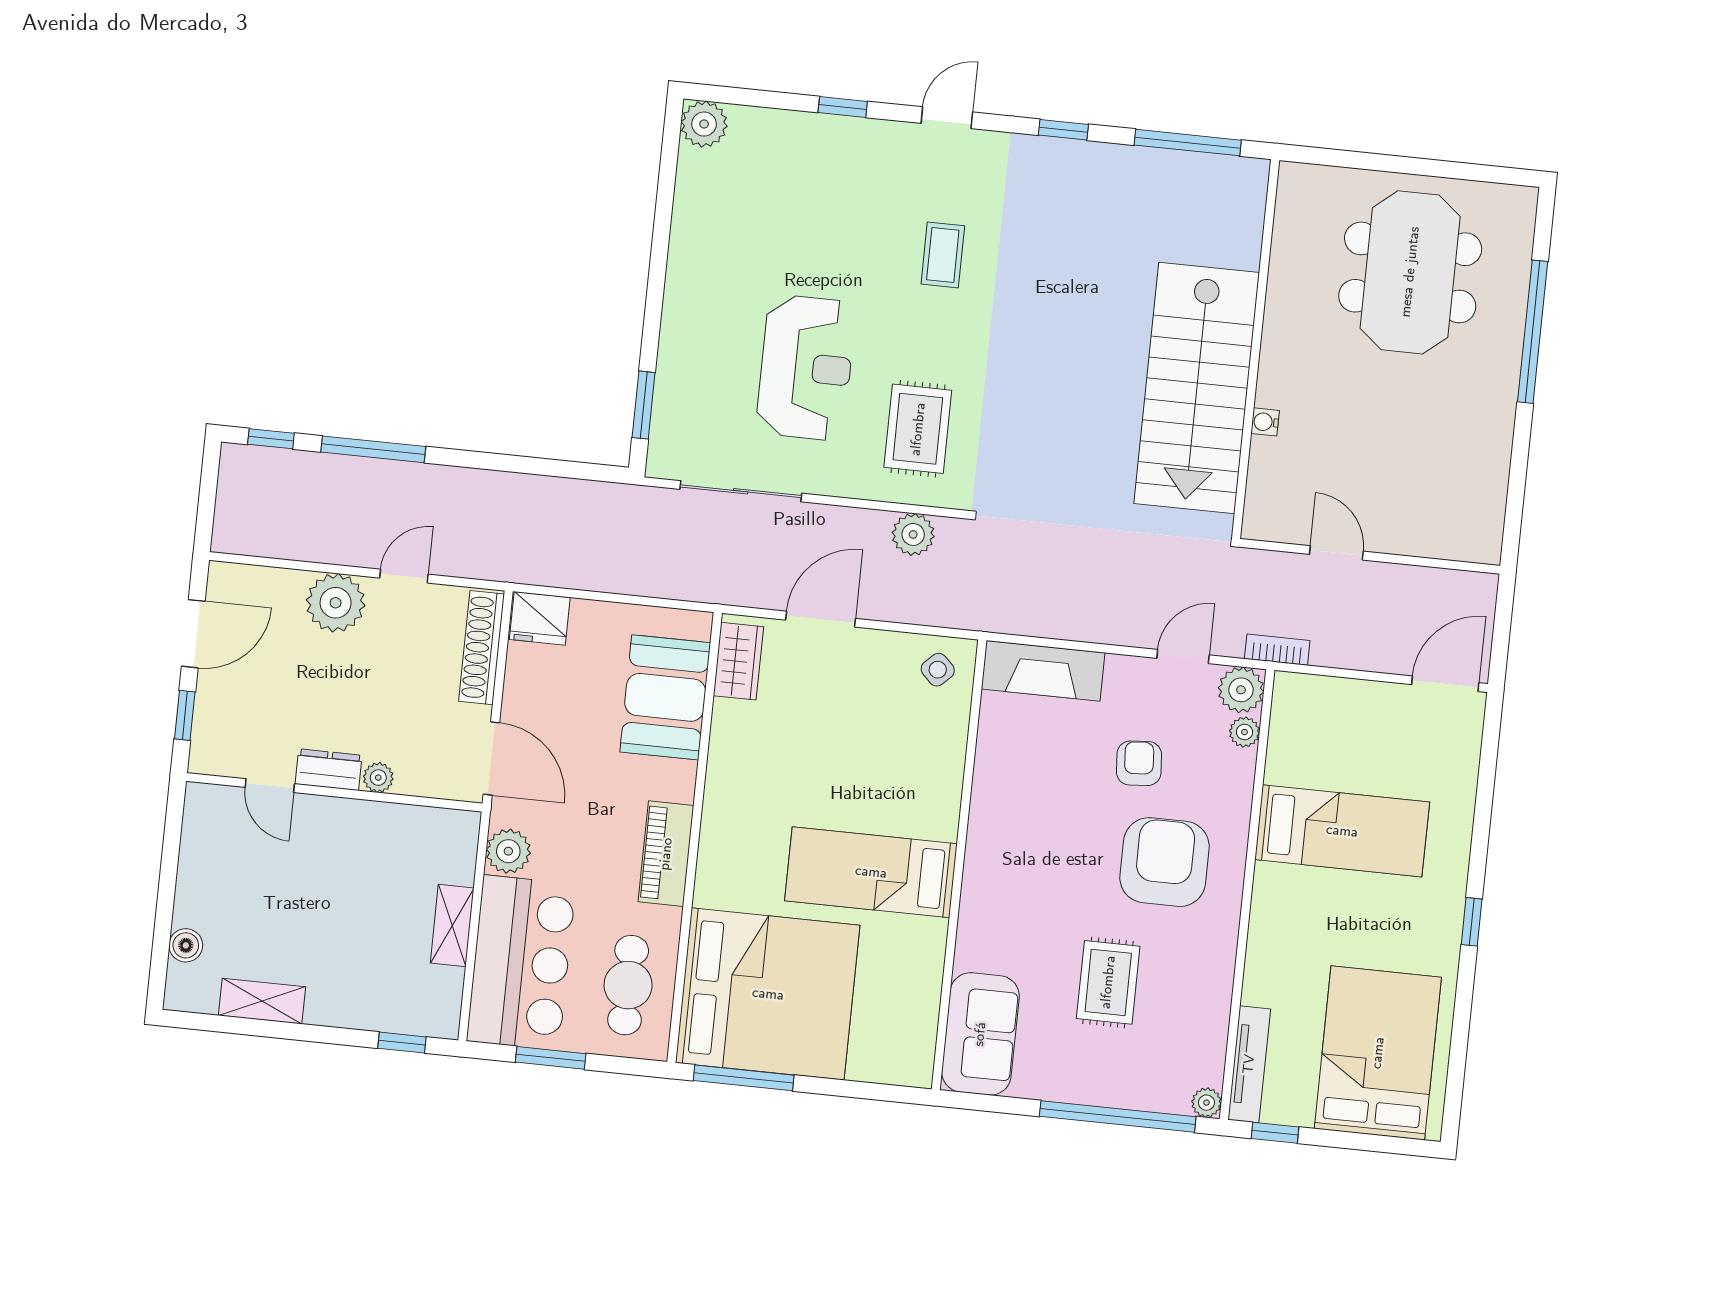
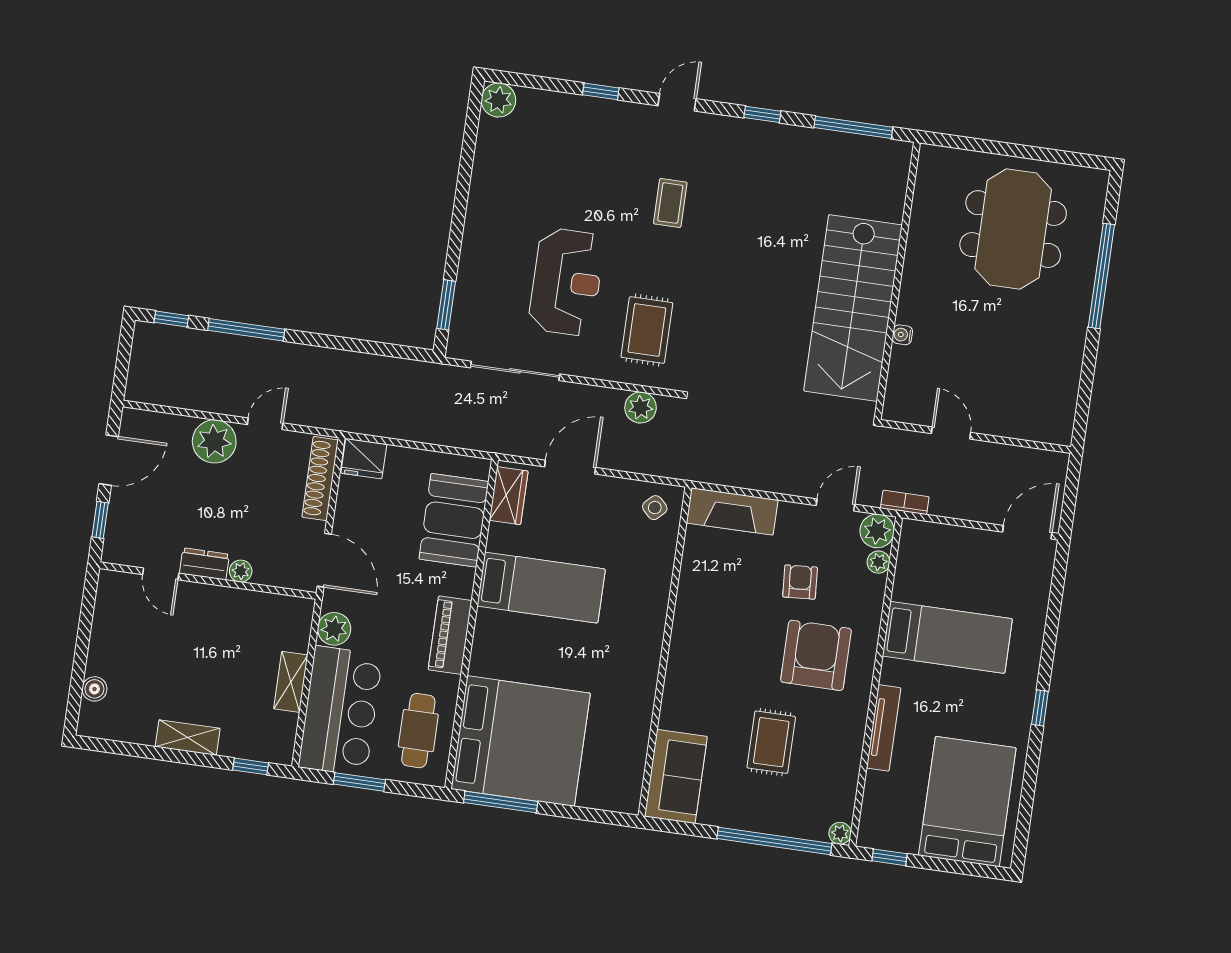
bed: (871, 872) -> (541, 588), moved, turned 180
shelving: (262, 1001) -> (188, 738), moved
tv unit: (1249, 1064) -> (884, 728), moved

